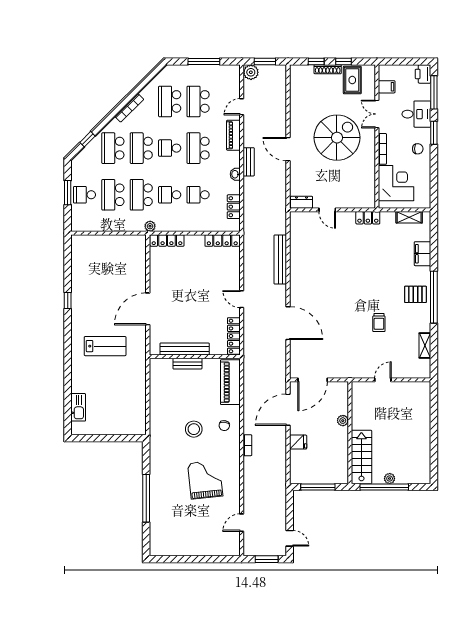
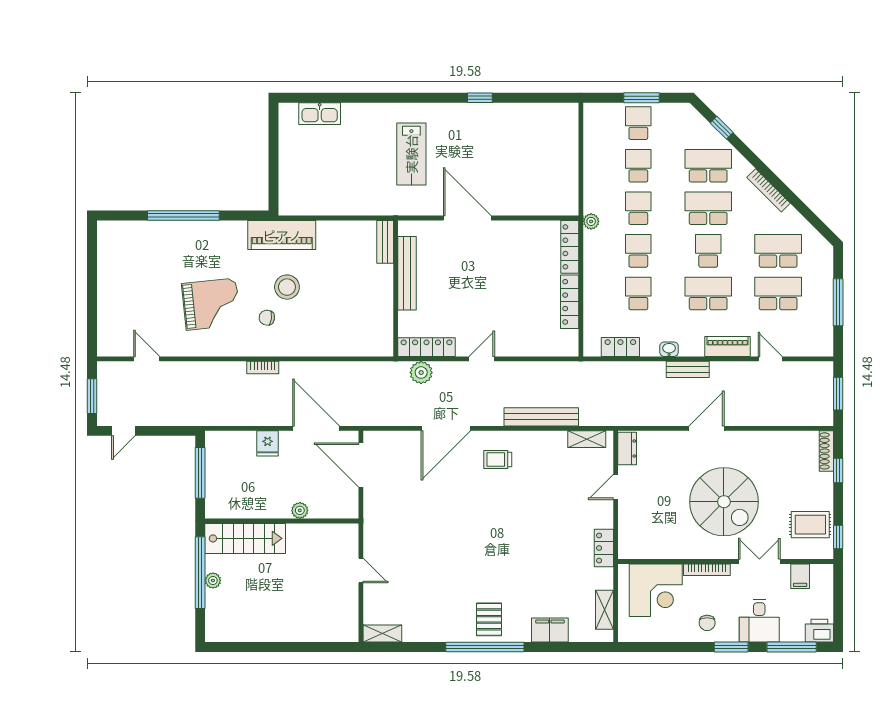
window: (344, 61) -> (838, 537), moved
shoe rack: (328, 69) -> (826, 451), moved
plant: (251, 72) -> (421, 373), moved
school desk: (113, 195) -> (638, 166), width x0.54
school desk: (141, 195) -> (638, 208), width x0.54
shelving: (295, 229) -> (587, 439), added
locker: (222, 241) -> (570, 302), moved
trolley: (379, 322) -> (498, 459), moved
shelving: (425, 345) -> (382, 634), moved
bench: (187, 364) -> (385, 242), moved
piano: (230, 382) -> (282, 235), moved, turned 180
chair: (224, 426) -> (267, 318), moved

